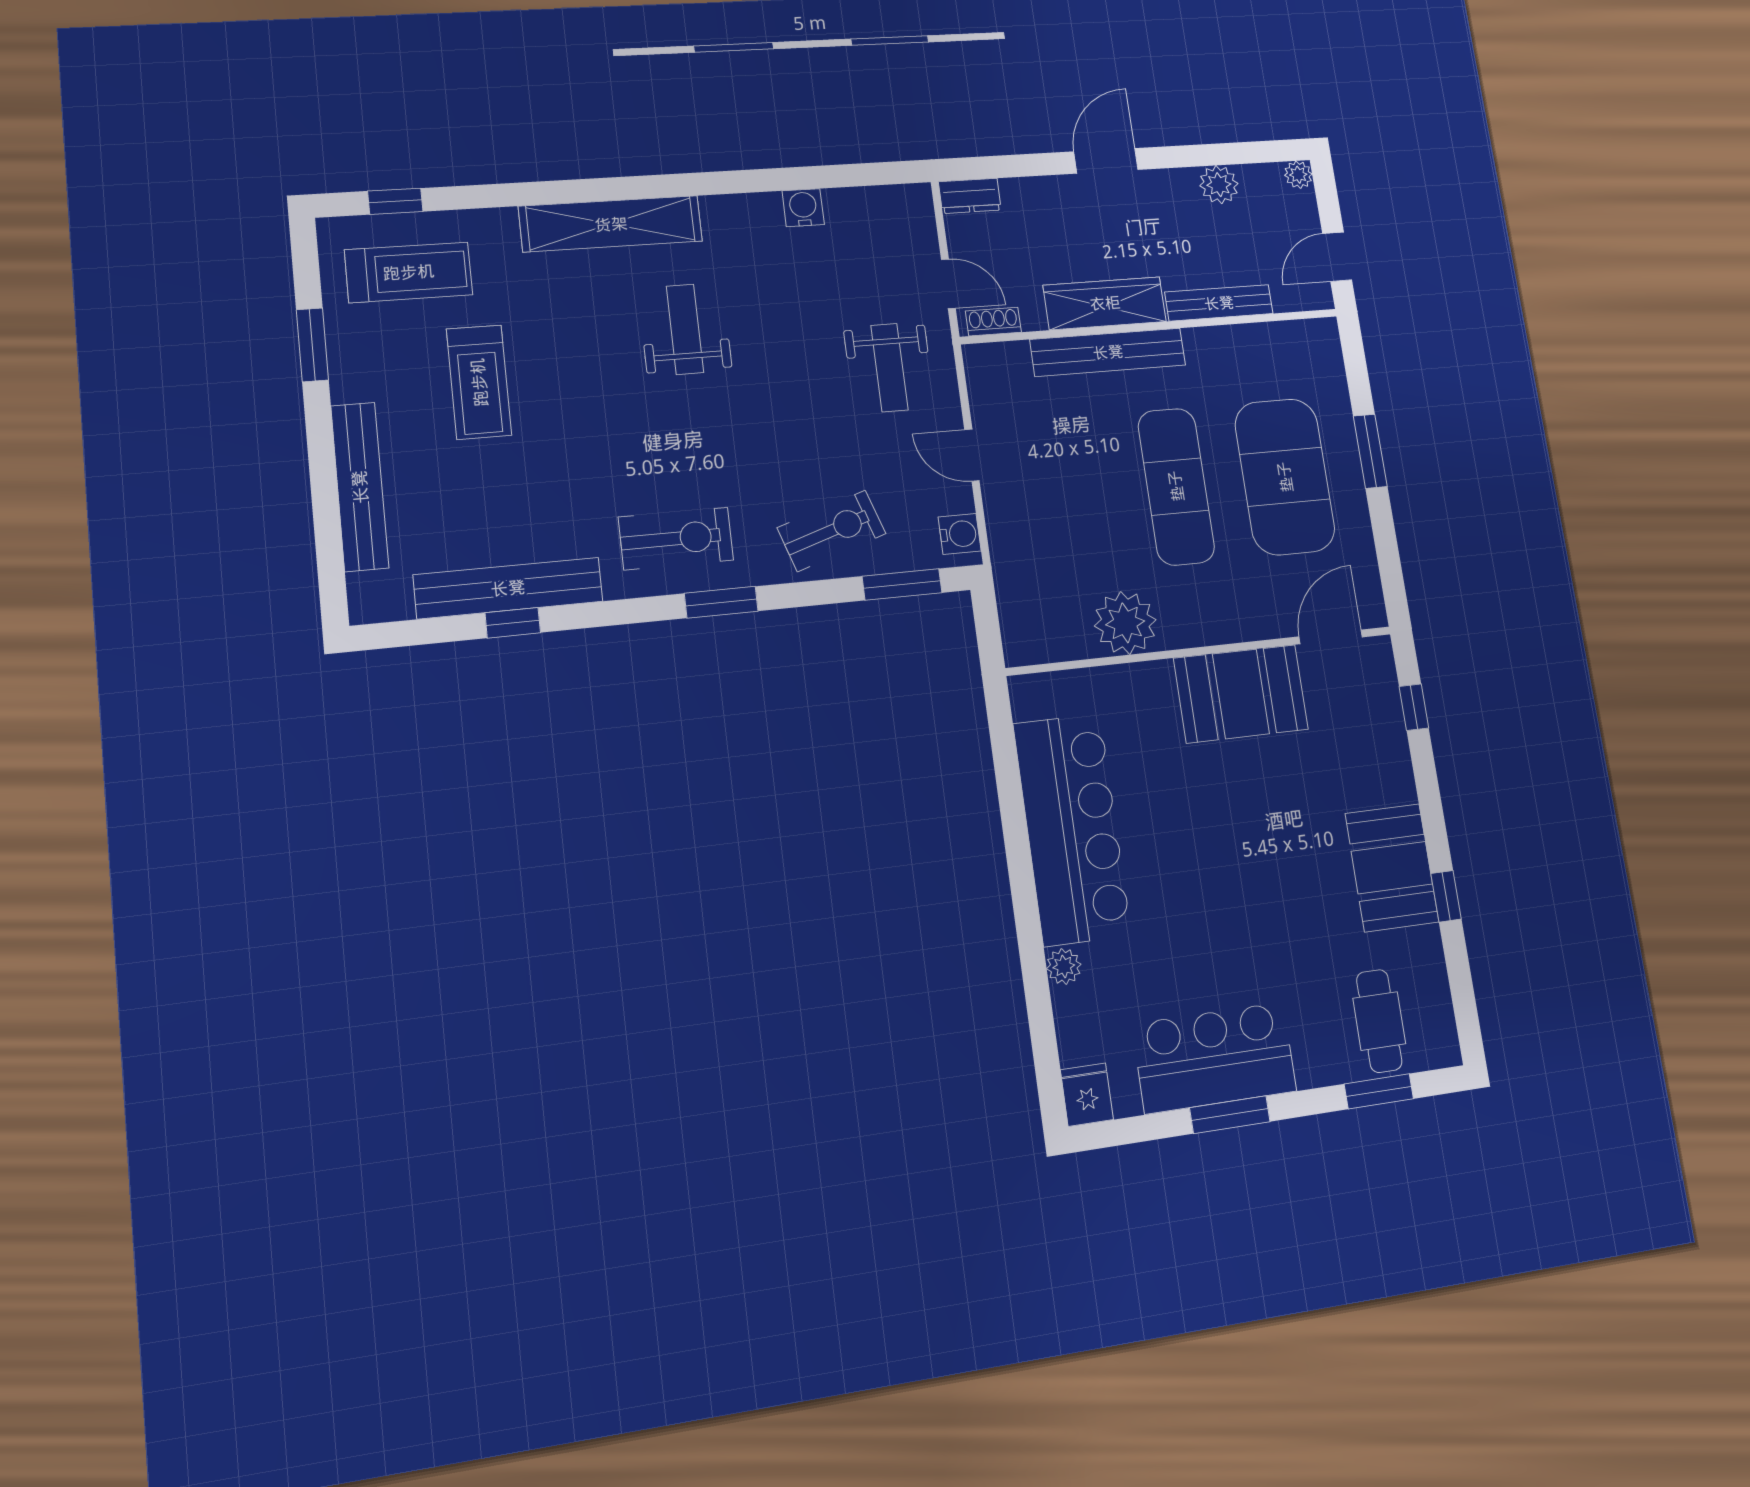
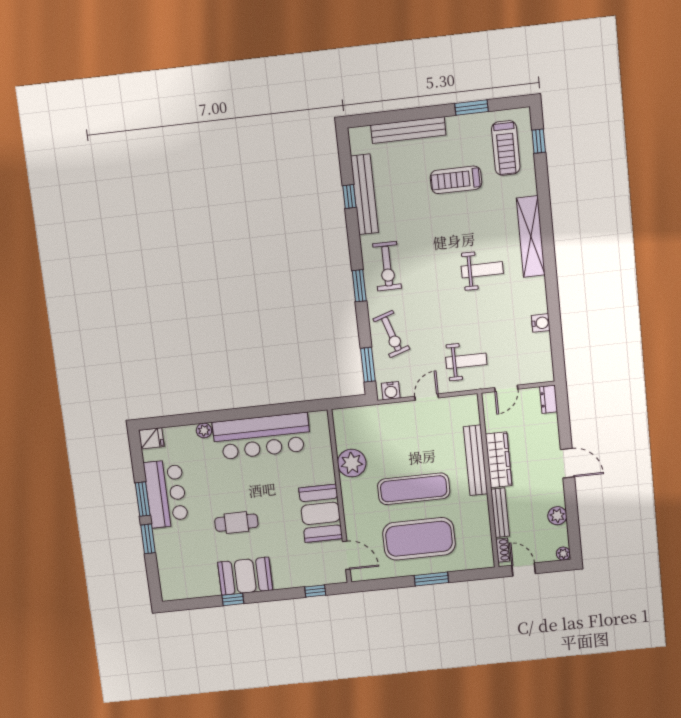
shoe rack: (993, 322) -> (503, 550), moved
weight bench: (889, 368) -> (466, 361), turned 180
cafe table: (1379, 1021) -> (236, 523), moved
window: (1379, 1091) -> (148, 539), moved

